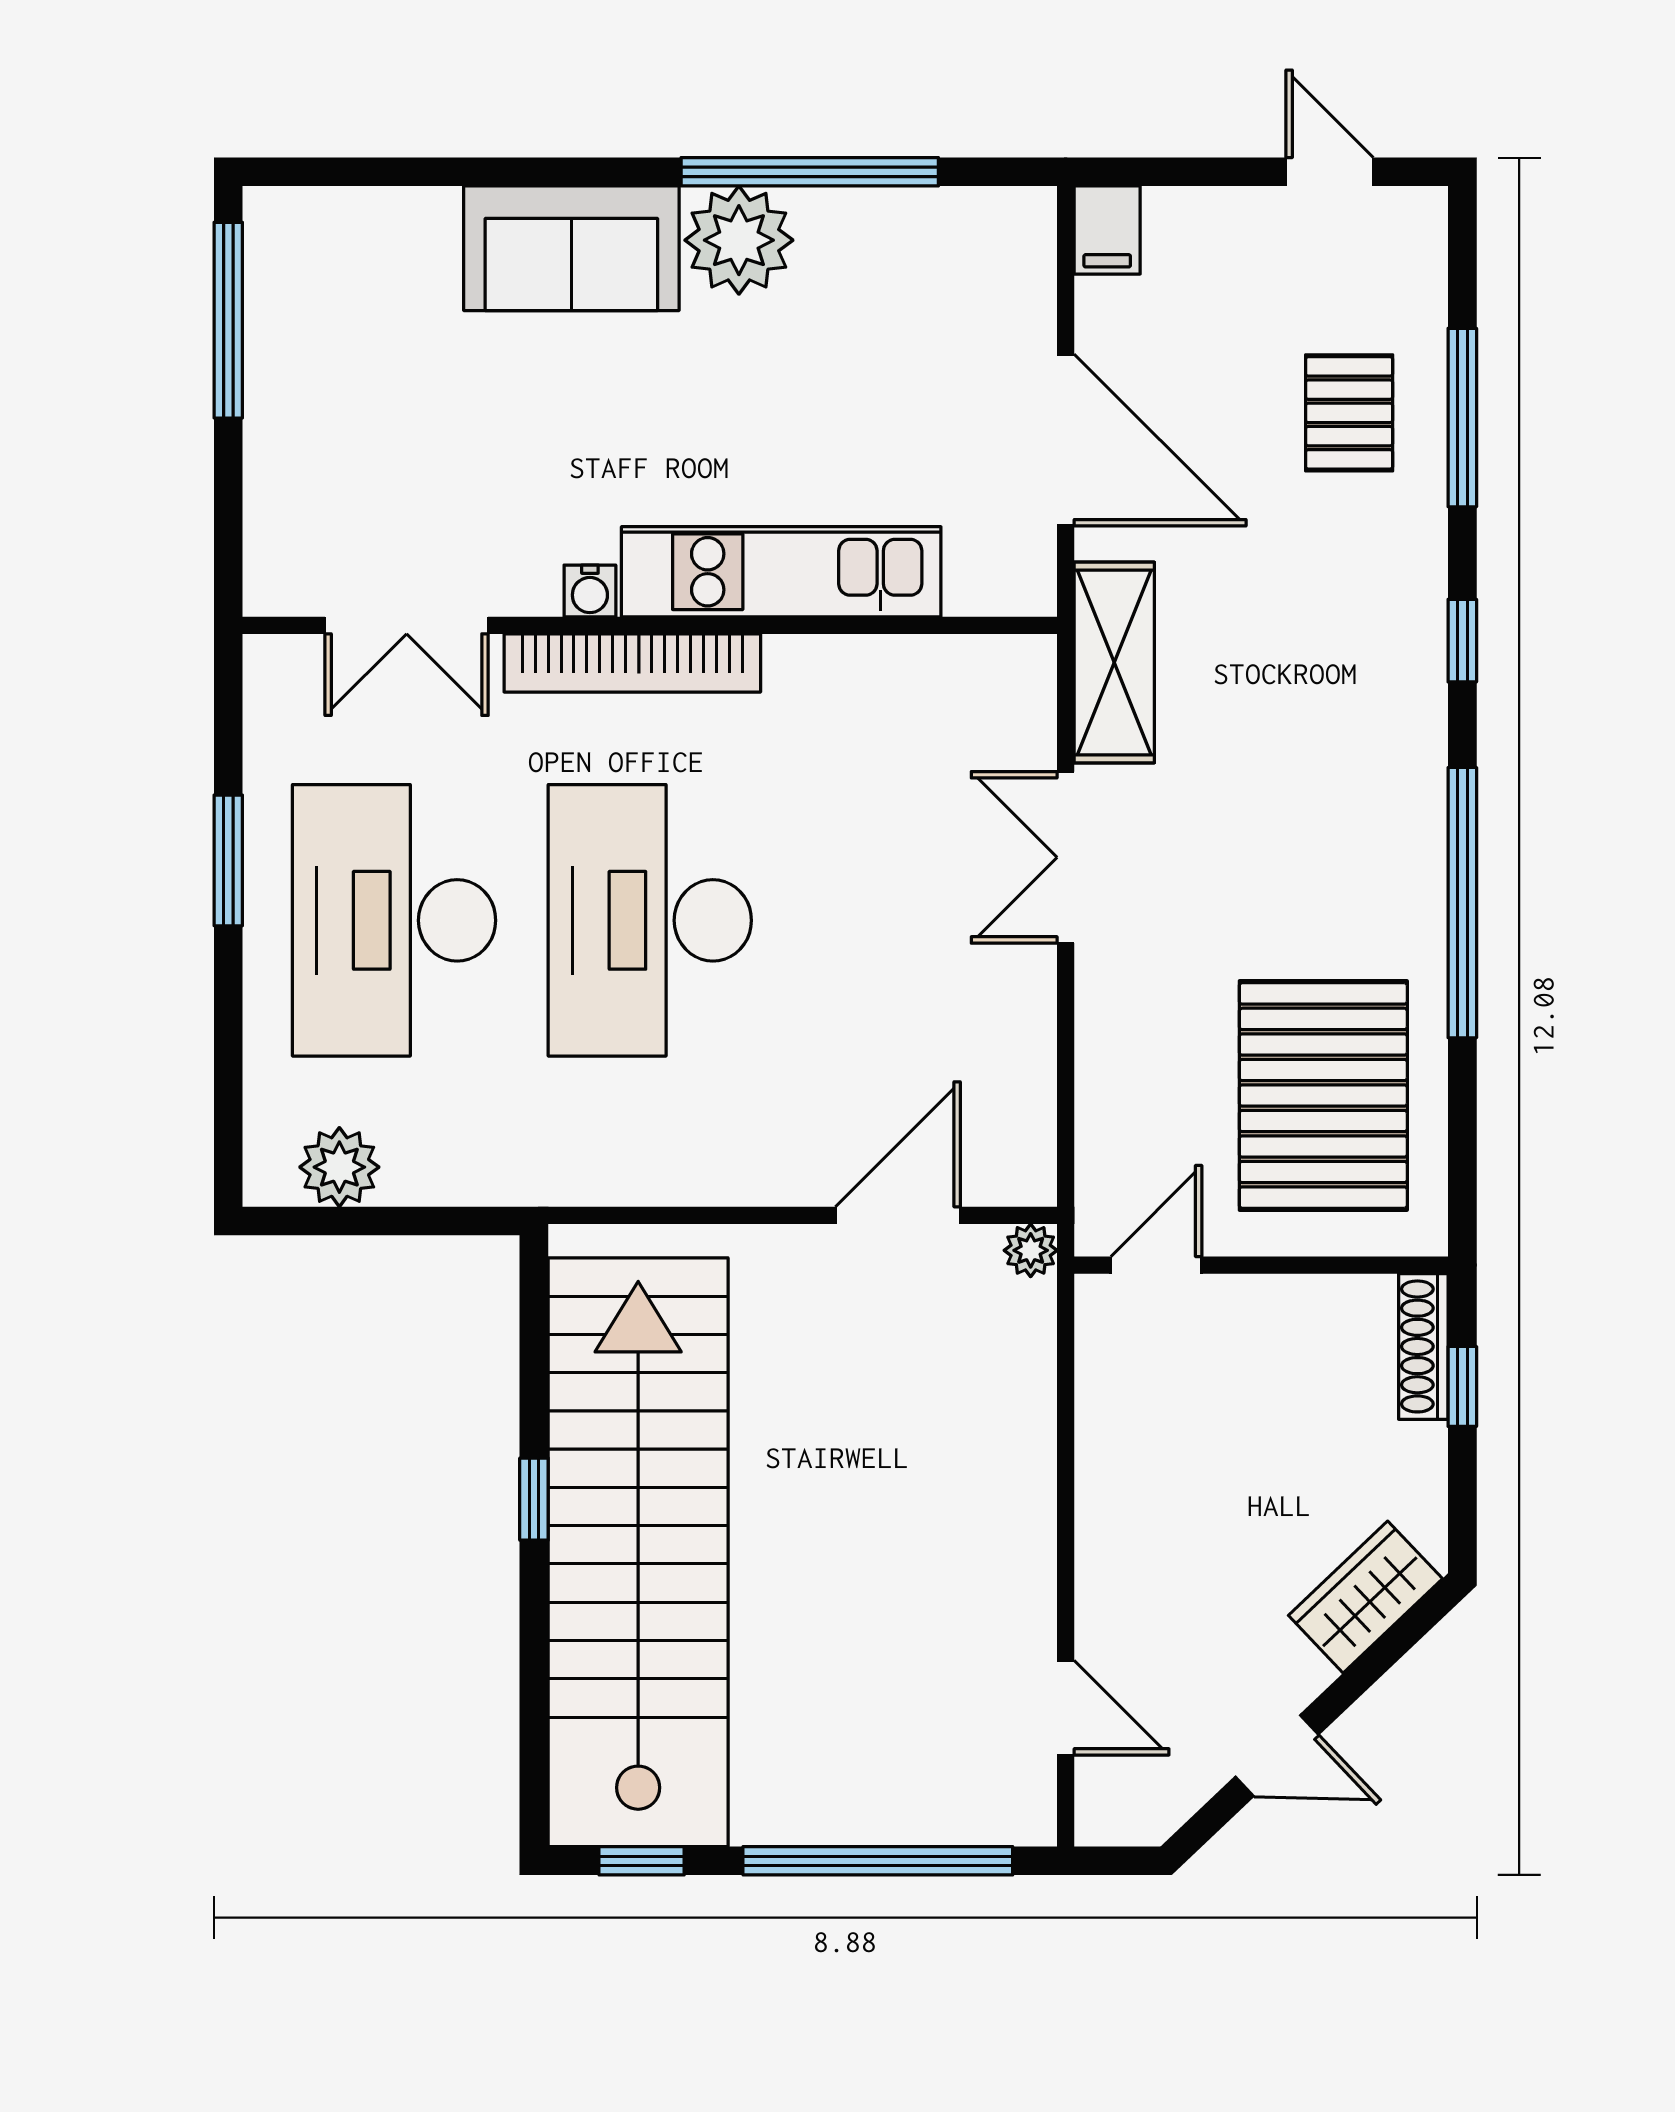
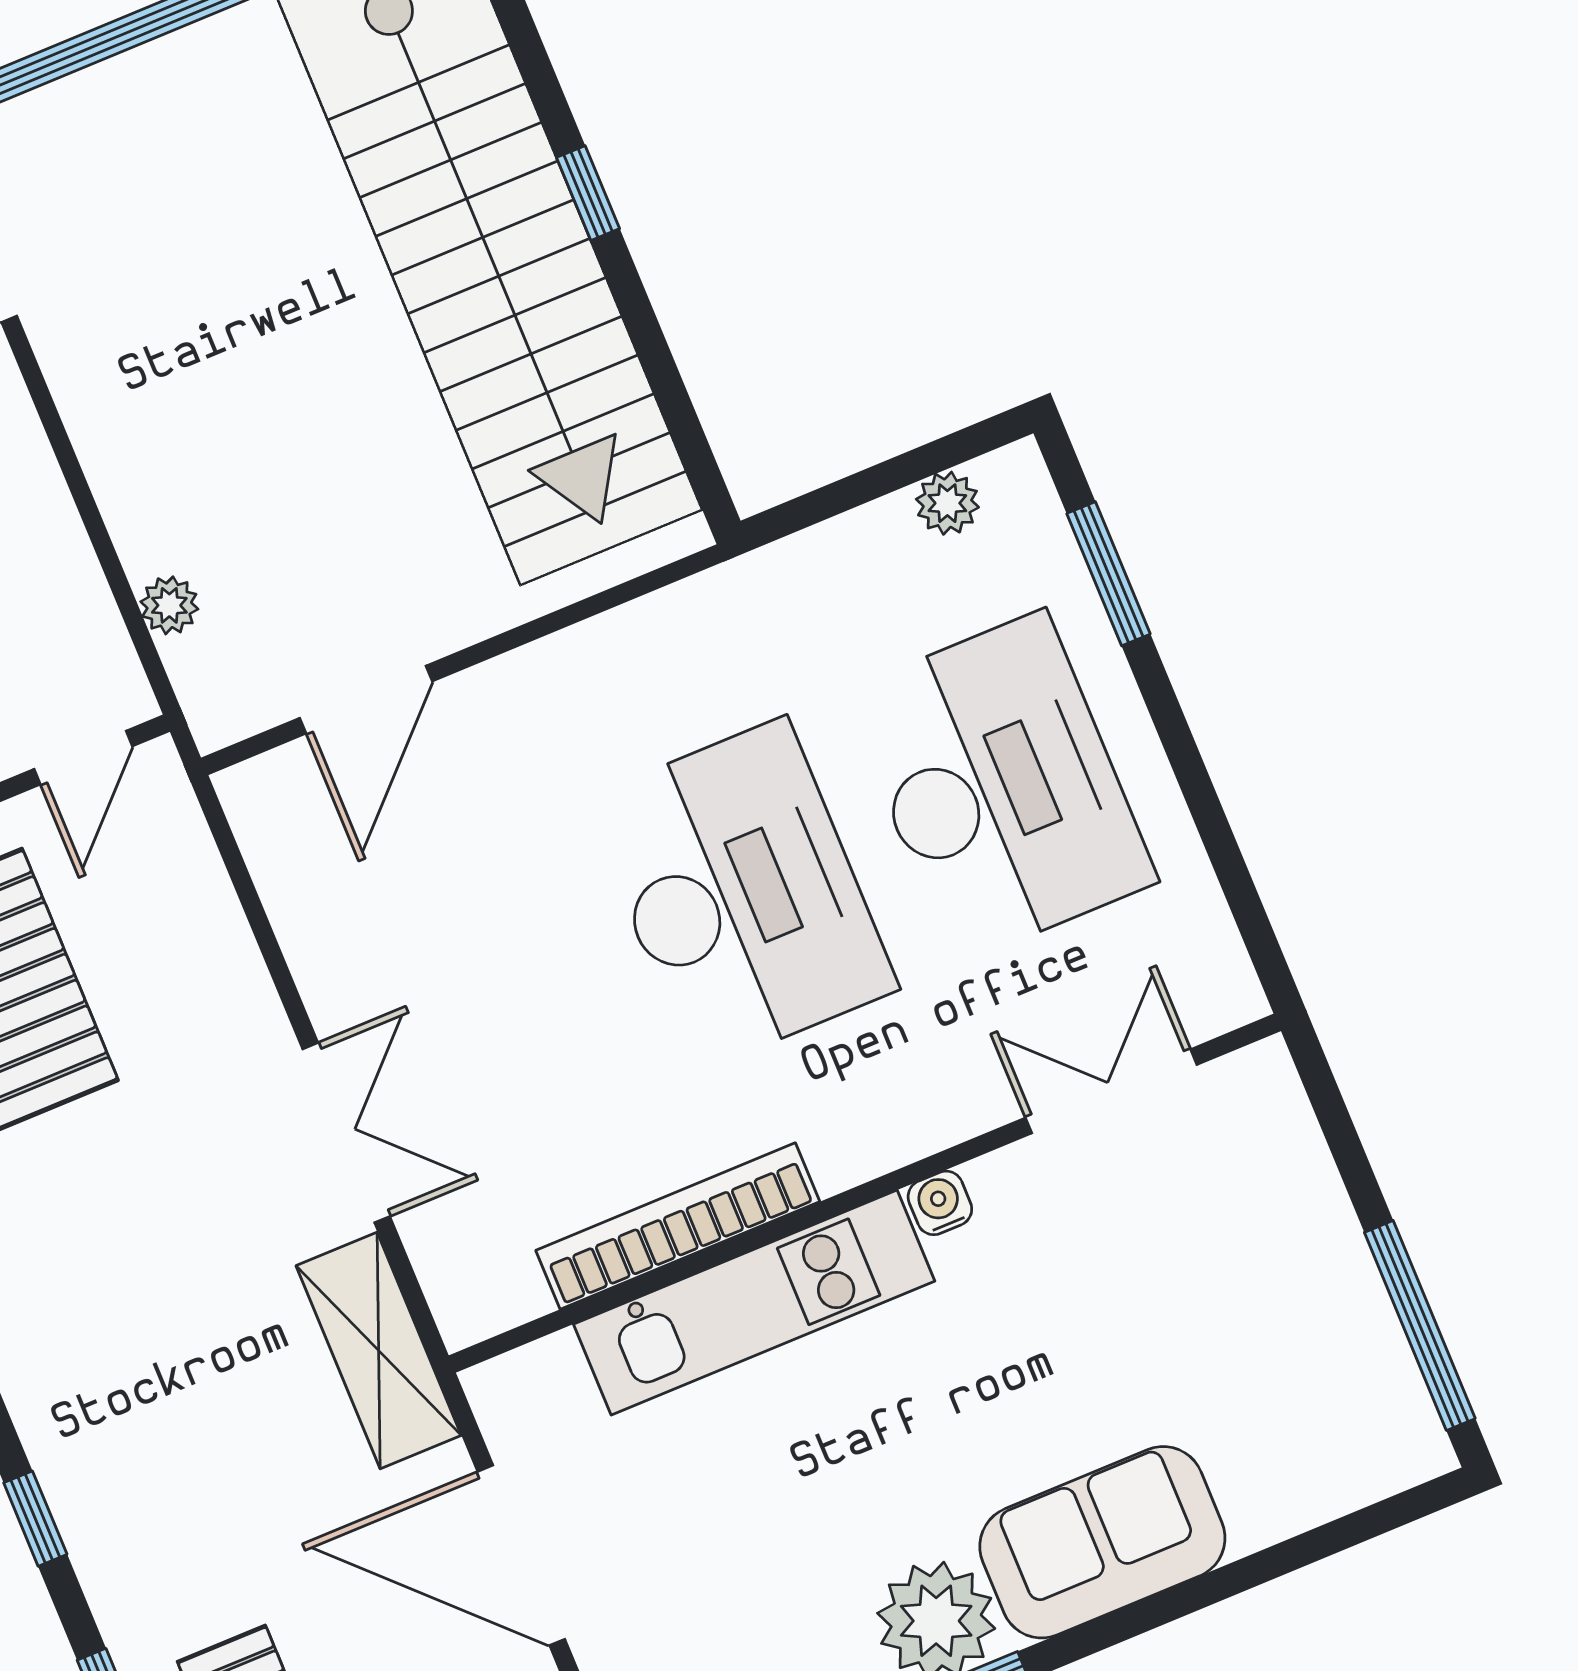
bookcase: (632, 663) -> (678, 1226), moved
window: (228, 860) -> (1108, 574), moved
plant: (339, 1167) -> (947, 503), width x0.73, depth x0.73
plant: (1031, 1250) -> (169, 605), moved
window: (534, 1499) -> (588, 193), moved

